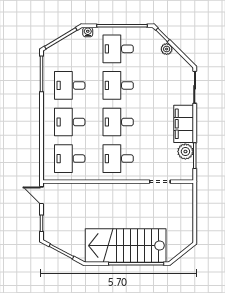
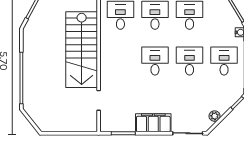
plant: (167, 49) -> (215, 116), moved
plant: (185, 152) -> (127, 124), removed
desk: (118, 159) -> (120, 61), removed
stairs: (126, 246) -> (82, 50), moved, turned 180

